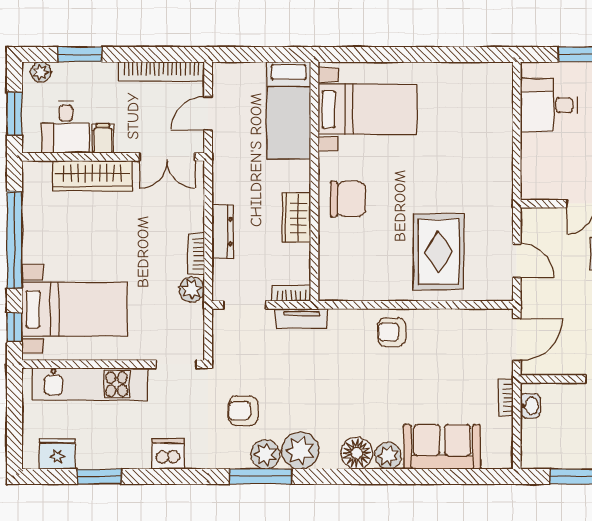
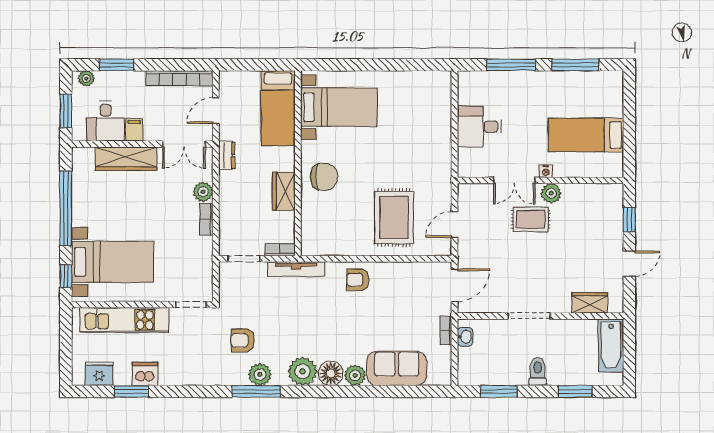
desk: (549, 105) -> (479, 127), moved
dresser: (222, 231) -> (227, 156), moved, width x0.70
door: (517, 261) -> (454, 225), swing flipped
plant: (192, 289) -> (203, 192), moved
tv unit: (301, 319) -> (296, 269), width x1.41
plant: (300, 450) -> (303, 371), moved
dishwasher: (168, 454) -> (145, 374), moved

